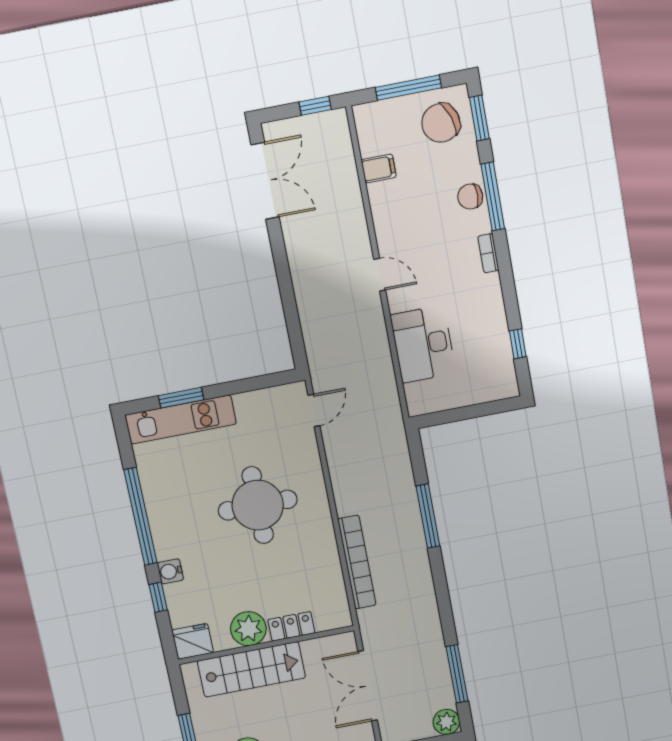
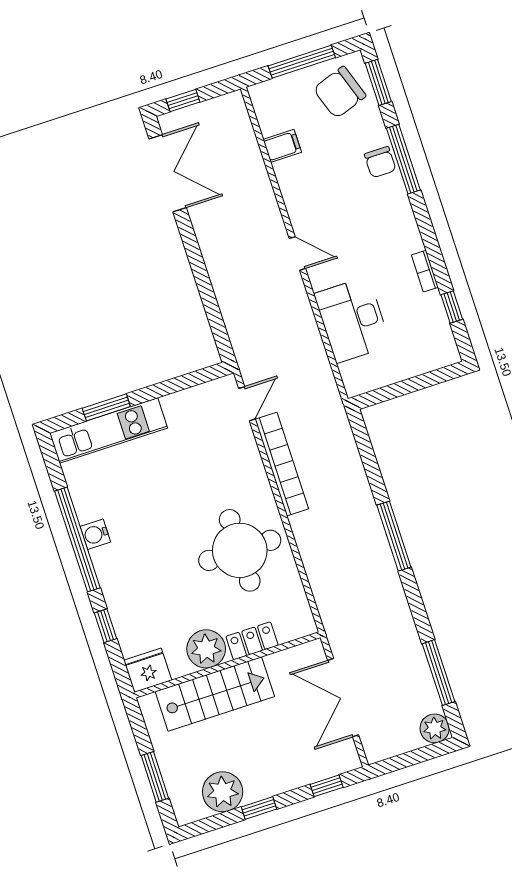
window: (315, 106) -> (183, 101), moved
chair: (470, 197) -> (380, 162), turned -90
bookcase: (488, 253) -> (425, 271), moved
round table: (258, 505) -> (240, 550), moved
window: (428, 516) -> (394, 536), moved
bookcase: (357, 562) -> (282, 464), moved
water cooler: (170, 571) -> (95, 534), moved

